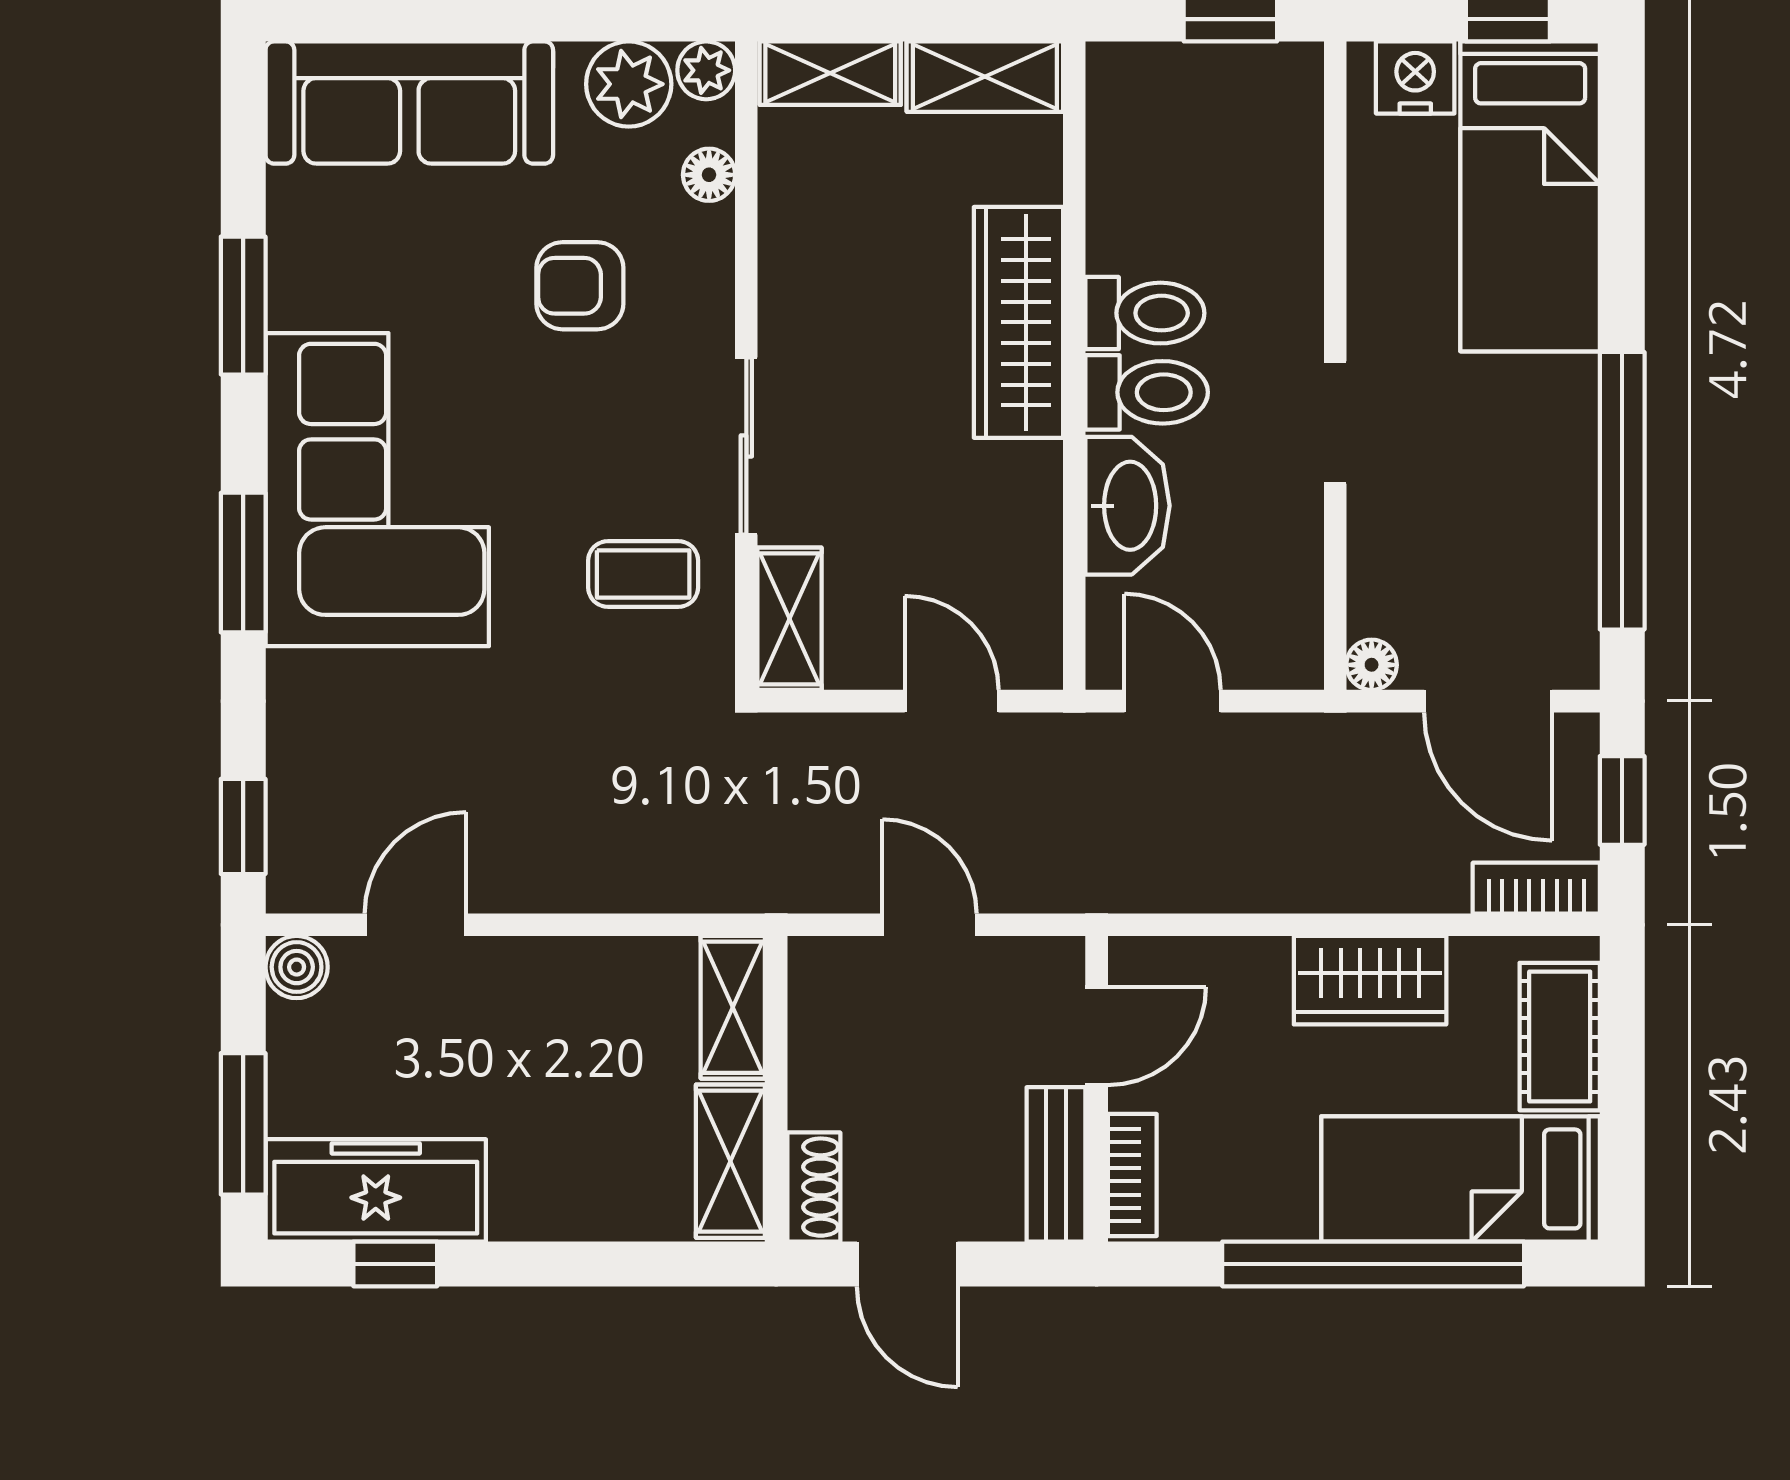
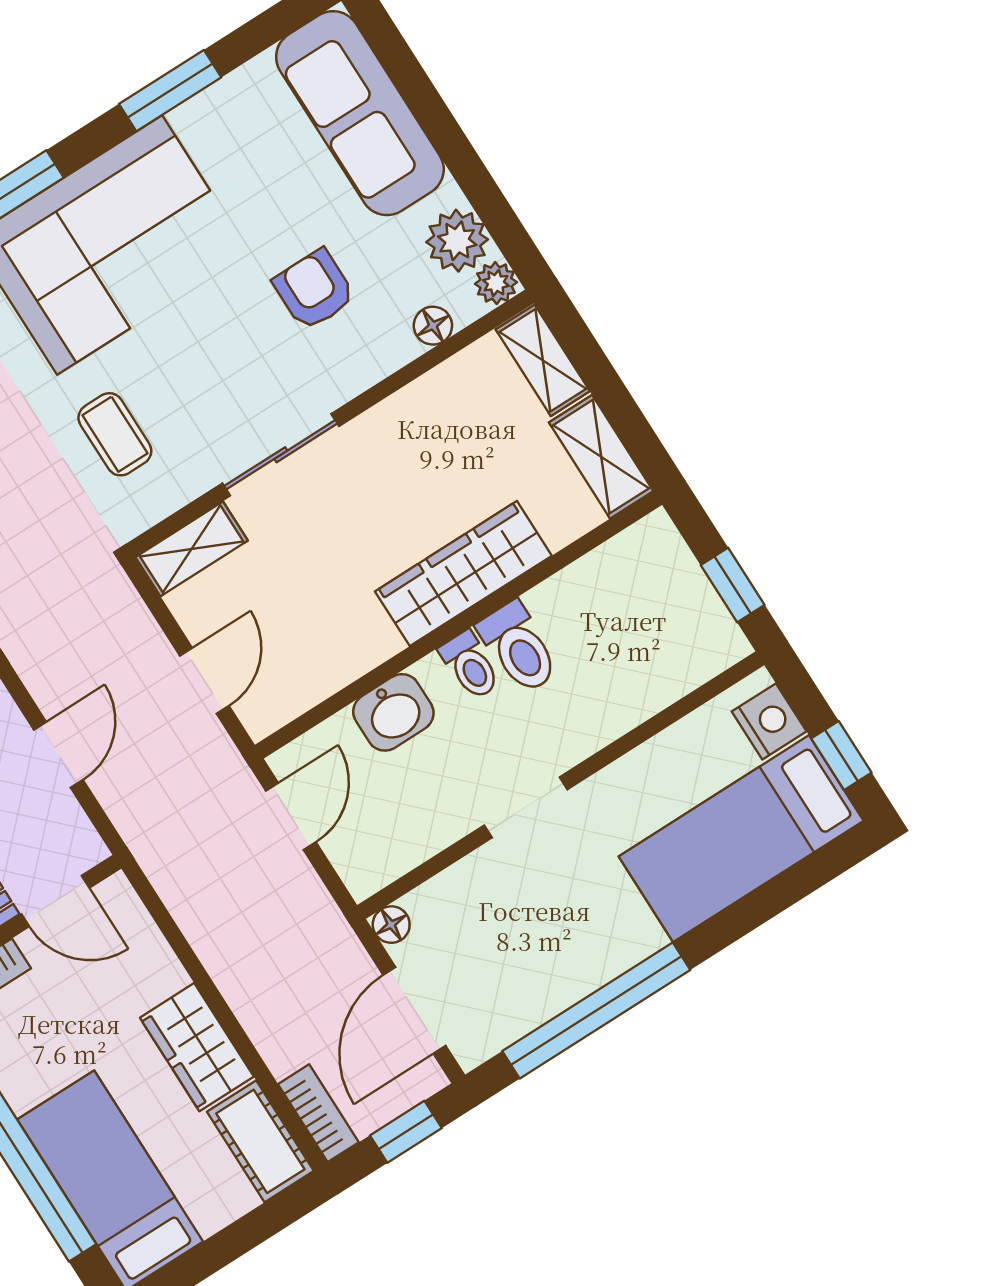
toilet: (1147, 392) -> (470, 665), width x0.73, depth x0.72
washbasin: (1128, 506) -> (393, 712), width x0.72
coffee table: (643, 574) -> (115, 434), moved
cot: (1560, 1037) -> (260, 1141), moved, turned 90

